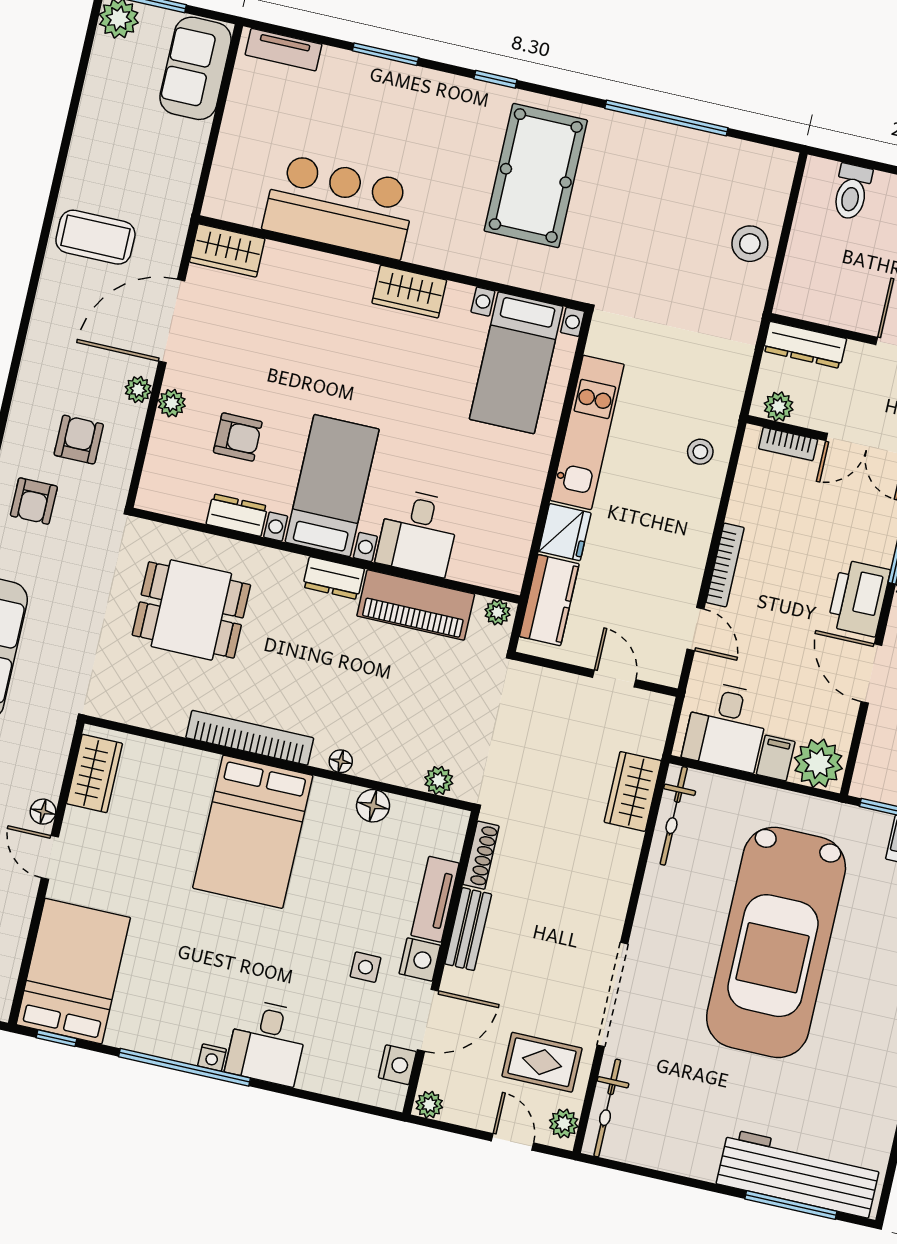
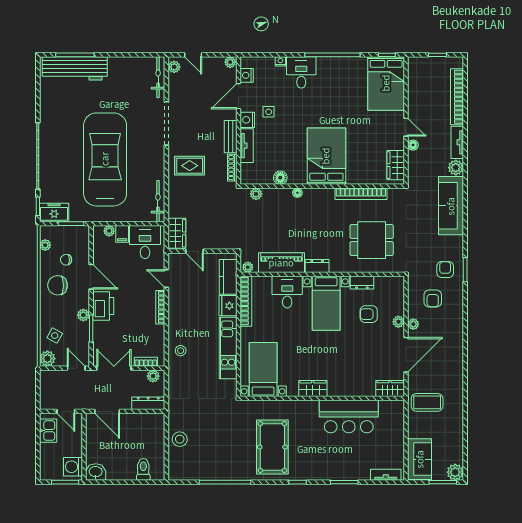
coffee table: (95, 237) -> (427, 402), moved
bookcase: (520, 533) -> (246, 301), added
bookcase: (250, 738) -> (361, 194), moved
plant: (818, 763) -> (109, 231), width x0.53, depth x0.53
wardrobe: (633, 791) -> (177, 233), moved
nightstand: (212, 1057) -> (280, 61), moved
rug: (542, 1062) -> (190, 166), moved

